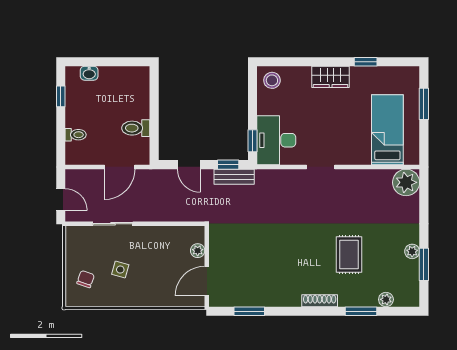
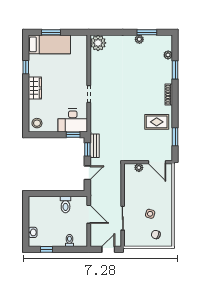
bed: (387, 130) -> (49, 44), moved, turned 180
rug: (349, 254) -> (157, 122), moved

